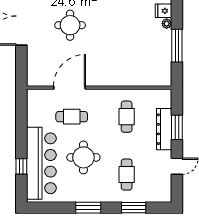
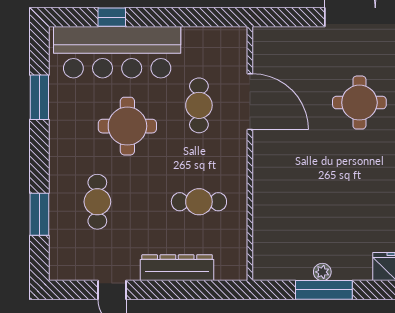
plant: (167, 24) -> (322, 272), moved
window: (177, 127) -> (180, 290), removed
cafe table: (127, 175) -> (97, 202), turned 90
window: (88, 208) -> (39, 97), moved

